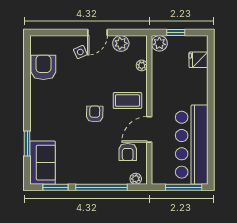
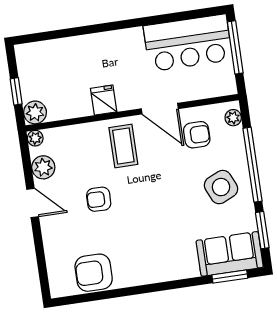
side table: (80, 52) -> (221, 187), moved, width x1.87, depth x1.87
fridge: (198, 60) -> (104, 100), moved, turned 180
plant: (142, 65) -> (35, 138), moved
armchair: (95, 114) -> (99, 199), moved
window: (27, 144) -> (230, 276), moved
bar counter: (192, 145) -> (188, 43), width x0.73

